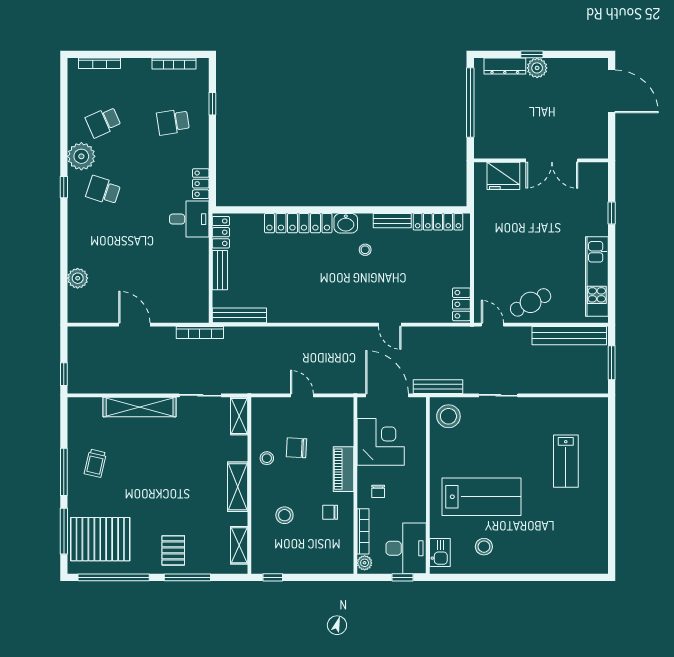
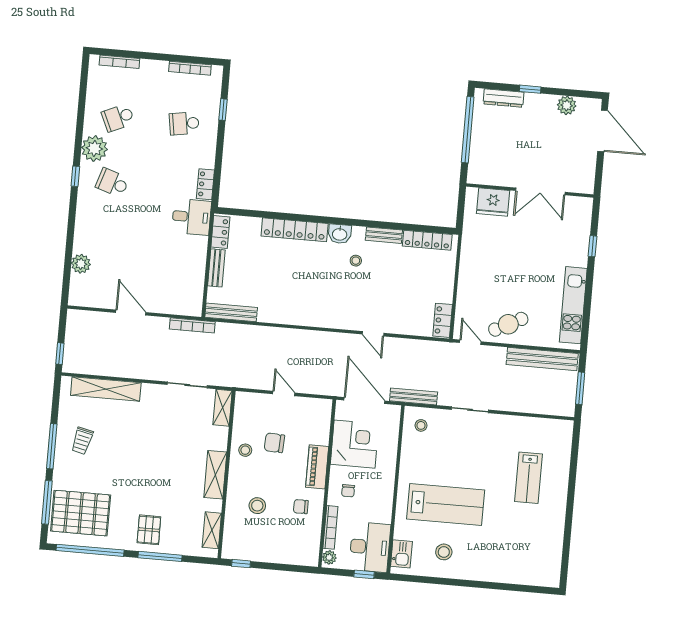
plant: (537, 68) -> (567, 105), moved
shelving: (140, 407) -> (106, 389), moved
stool: (448, 416) -> (421, 425), width x0.53, depth x0.53

